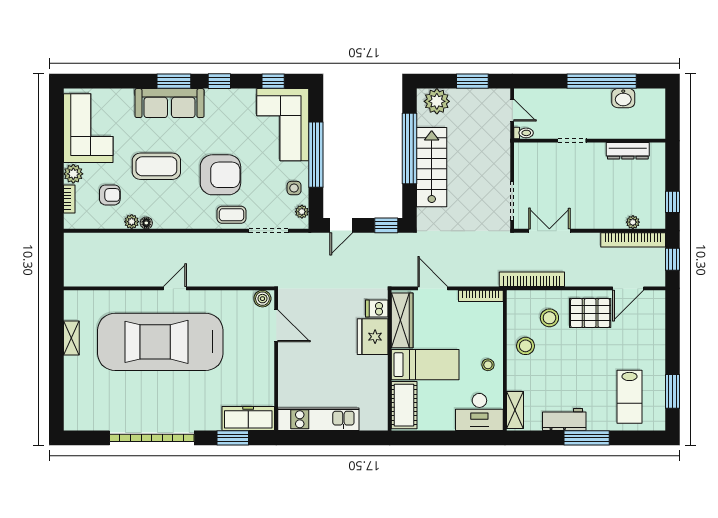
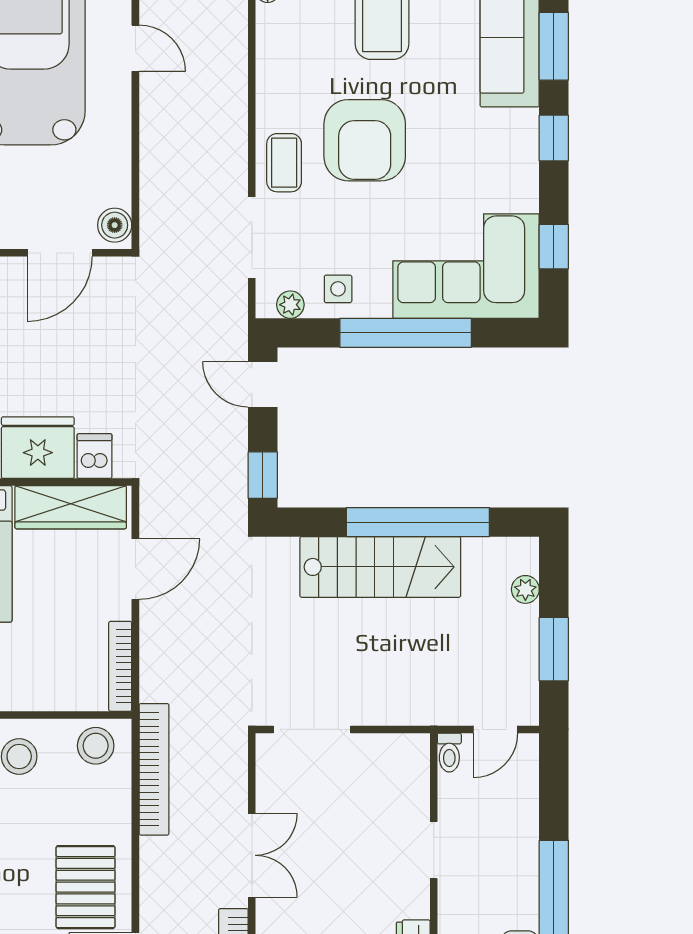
plant: (437, 101) -> (525, 589), width x0.53, depth x0.53
double door: (549, 231) -> (252, 855), moved
stool: (549, 318) -> (96, 746), moved

